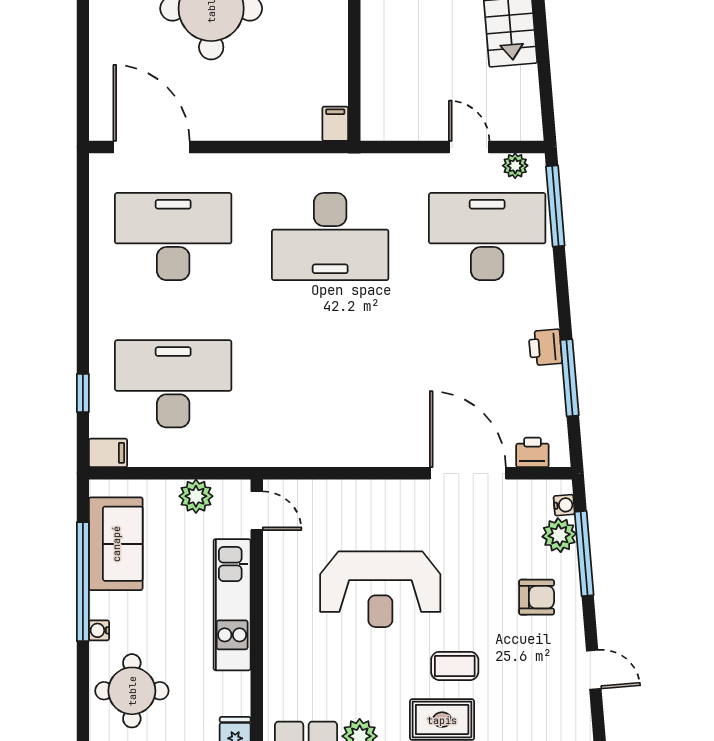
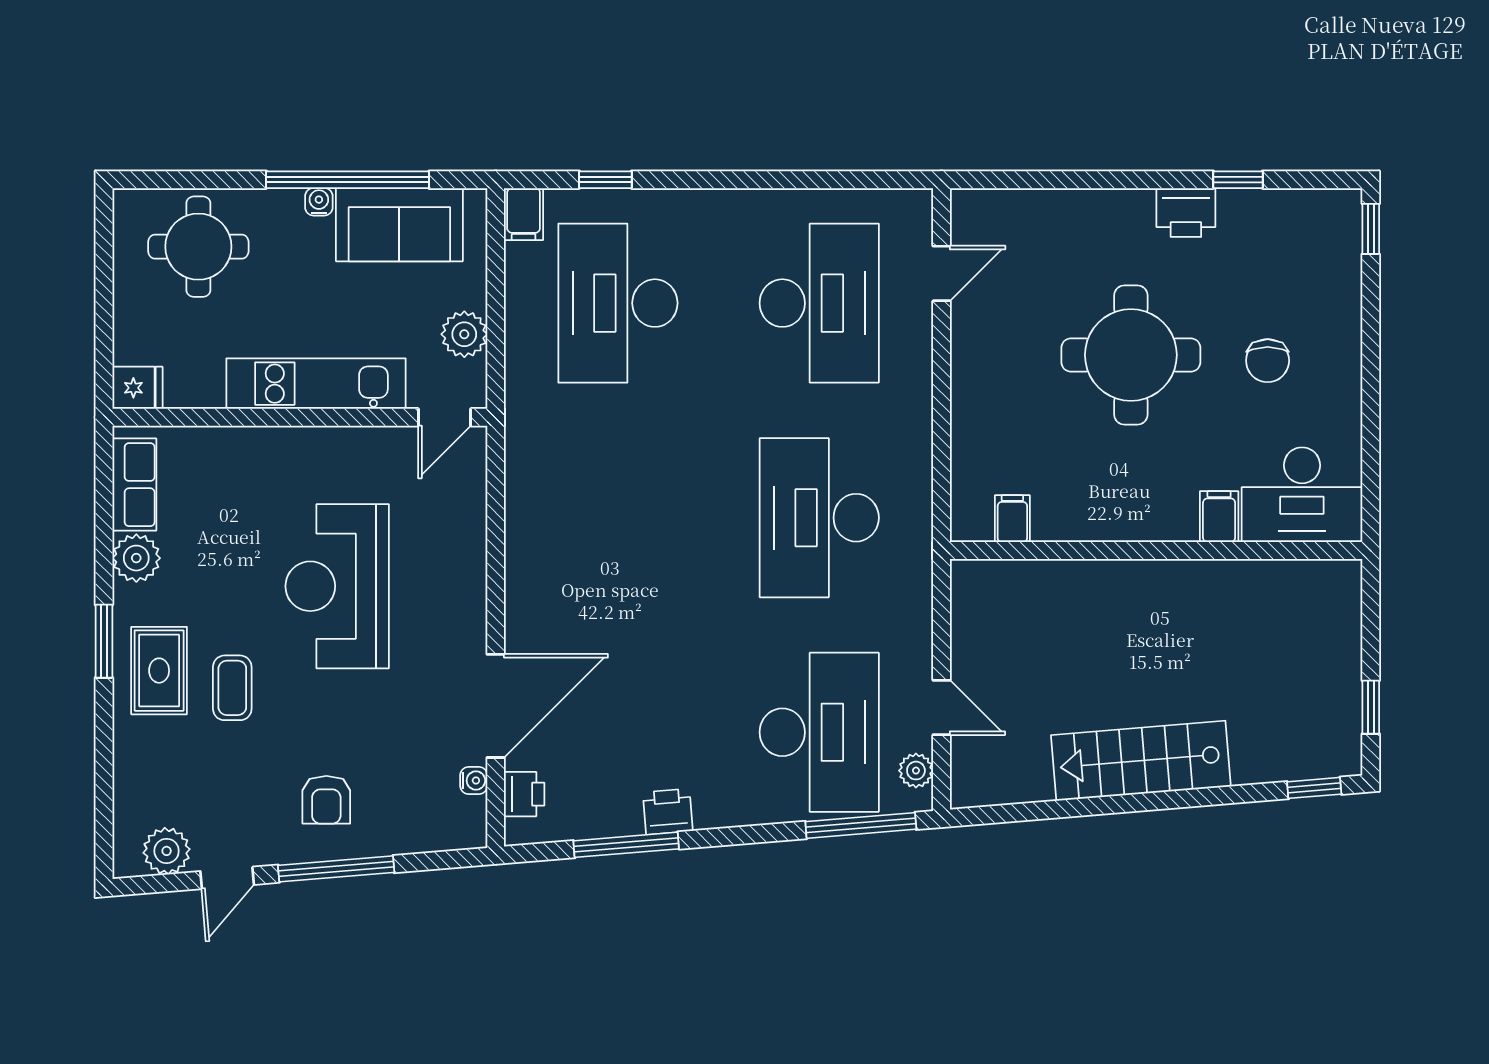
filing cabinet: (335, 124) -> (1012, 519), moved, turned -90
door: (151, 147) -> (942, 273), width x0.53
door: (469, 147) -> (942, 708), hinge flipped
desk: (173, 384) -> (618, 303), turned 180
water cooler: (564, 505) -> (474, 781), moved, turned -85
plant: (559, 535) -> (167, 851), moved
window: (584, 554) -> (336, 869), moved
water cooler: (99, 630) -> (319, 202), moved

